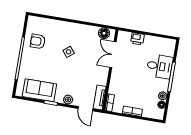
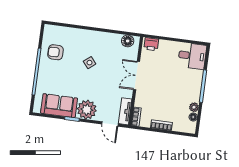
printer: (137, 39) -> (151, 44), moved
double door: (113, 55) -> (137, 76), moved
desk: (160, 66) -> (192, 56), moved
plant: (68, 100) -> (87, 110), width x1.88, depth x1.88

